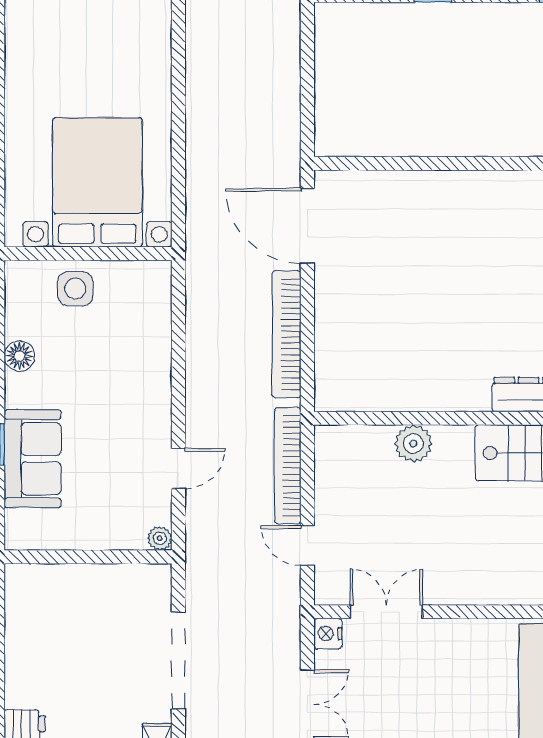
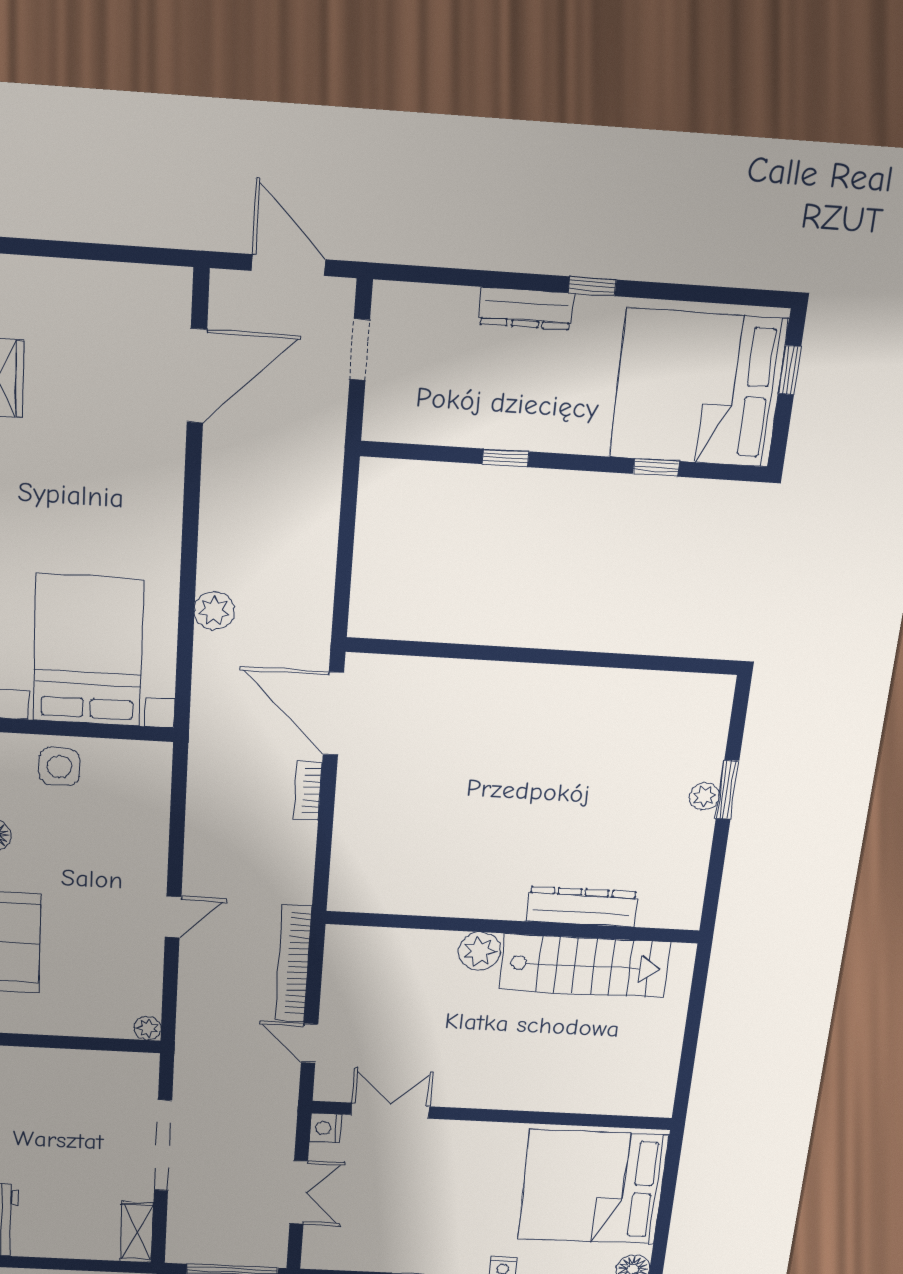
plant: (201, 141) -> (214, 611), added
bookcase: (287, 334) -> (308, 791), width x0.43, depth x0.76
plant: (413, 443) -> (480, 951), moved
door: (178, 469) -> (173, 917), moved

